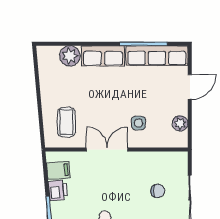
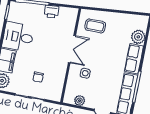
filing cabinet: (58, 170) -> (65, 14), removed

